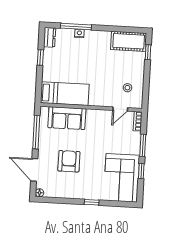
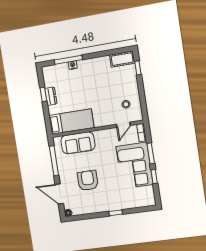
dresser: (50, 37) -> (51, 96), moved
cot: (129, 41) -> (122, 59), width x0.73, depth x0.75
corner sofa: (122, 178) -> (134, 165), moved

